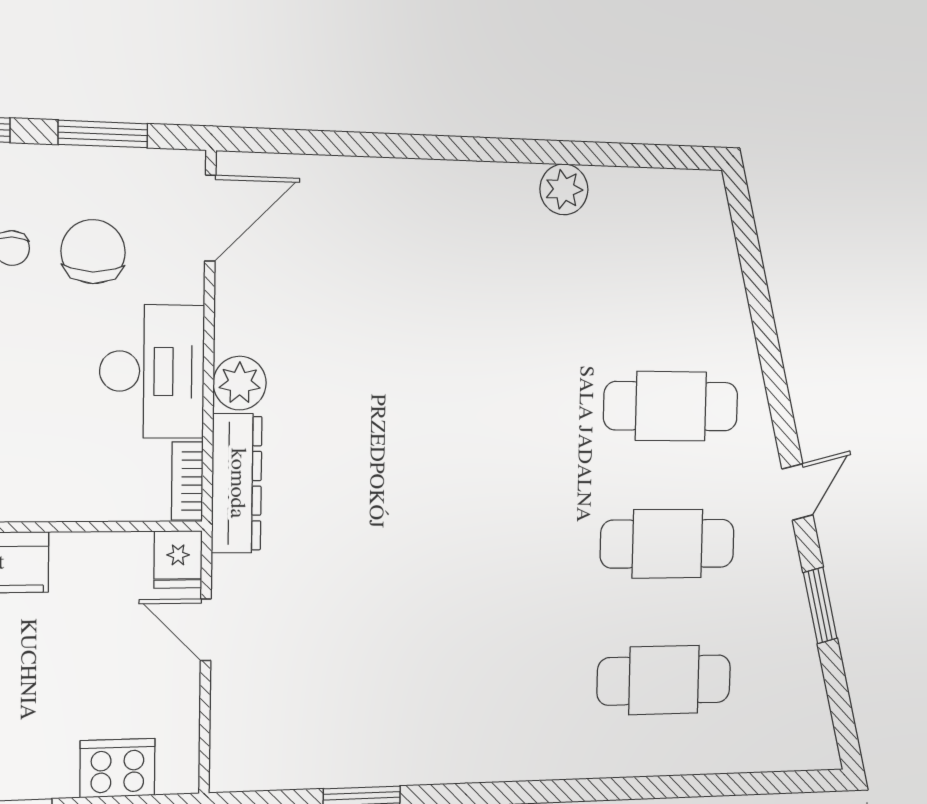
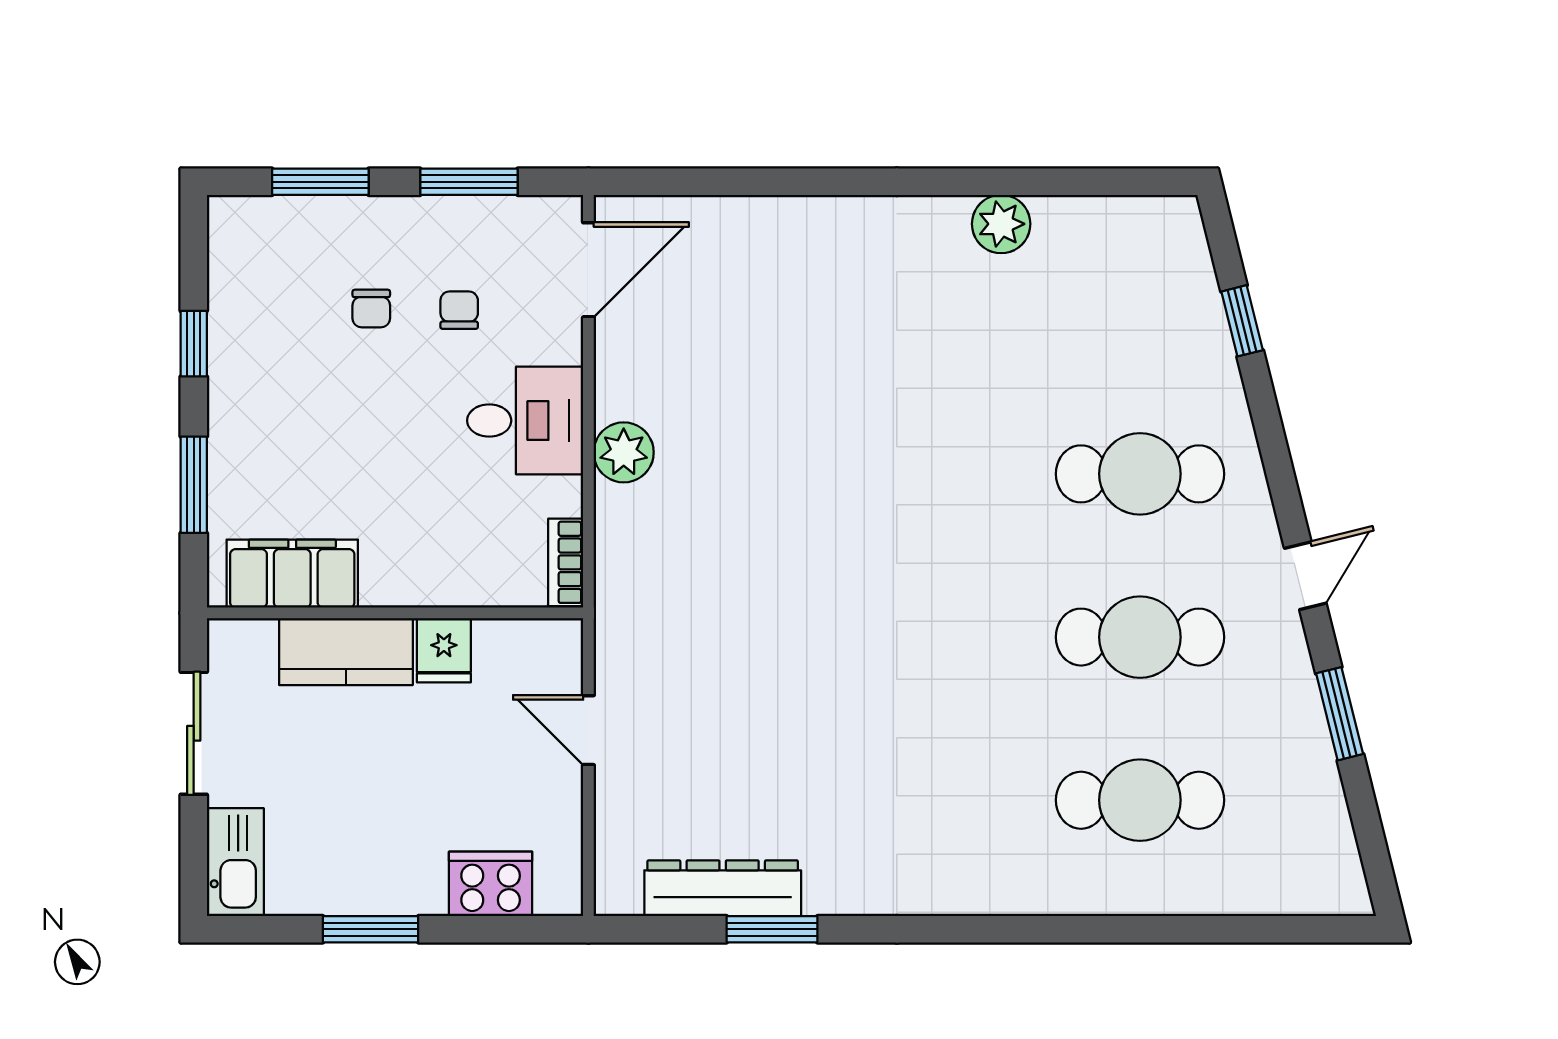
chair: (93, 252) -> (459, 310), width x0.54, depth x0.54
window: (755, 278) -> (1242, 321), added
desk: (152, 371) -> (525, 421), width x0.73
dresser: (237, 483) -> (723, 888), moved, turned -90
fridge: (178, 559) -> (444, 650), moved

